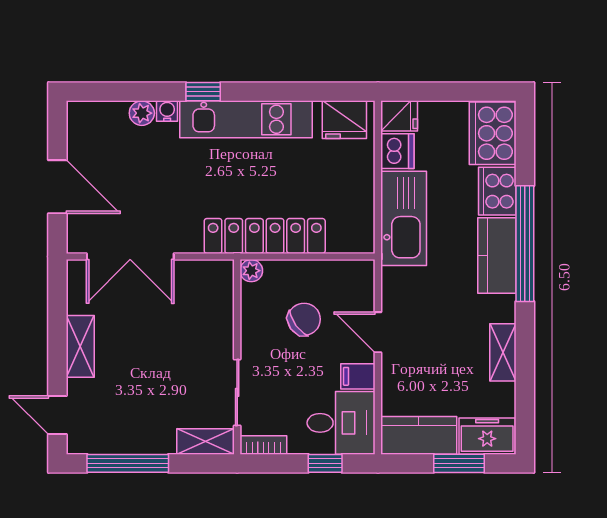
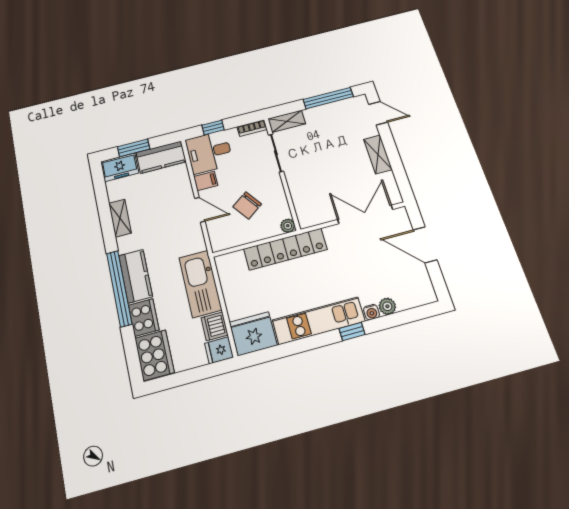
fridge: (344, 120) -> (253, 334), width x1.36, depth x1.34

